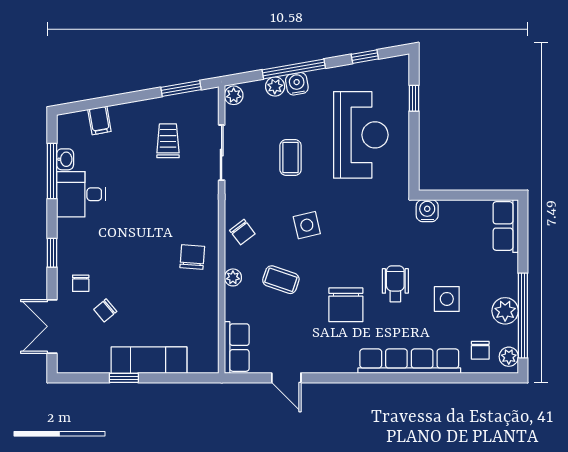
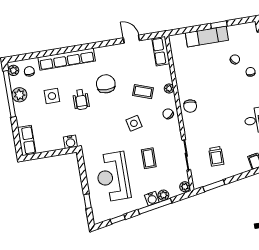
chair: (192, 257) -> (190, 106), moved

